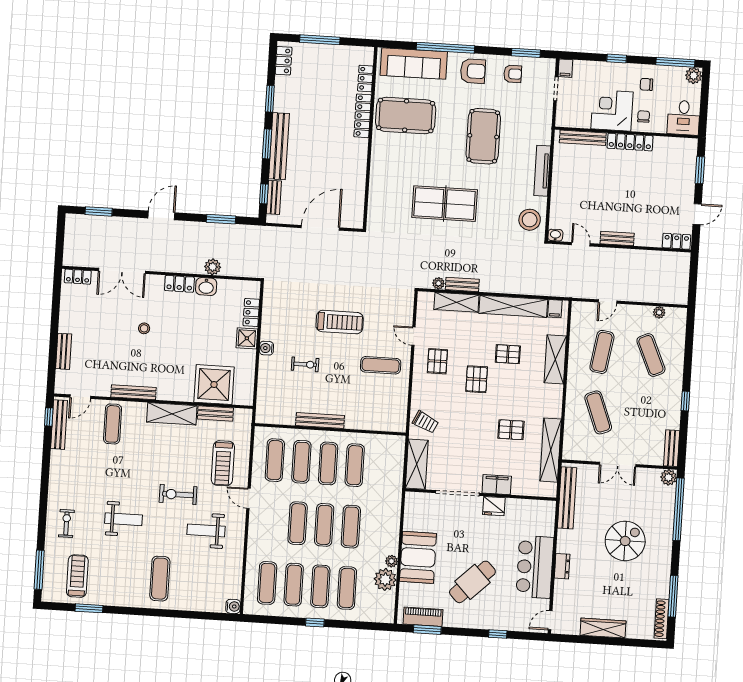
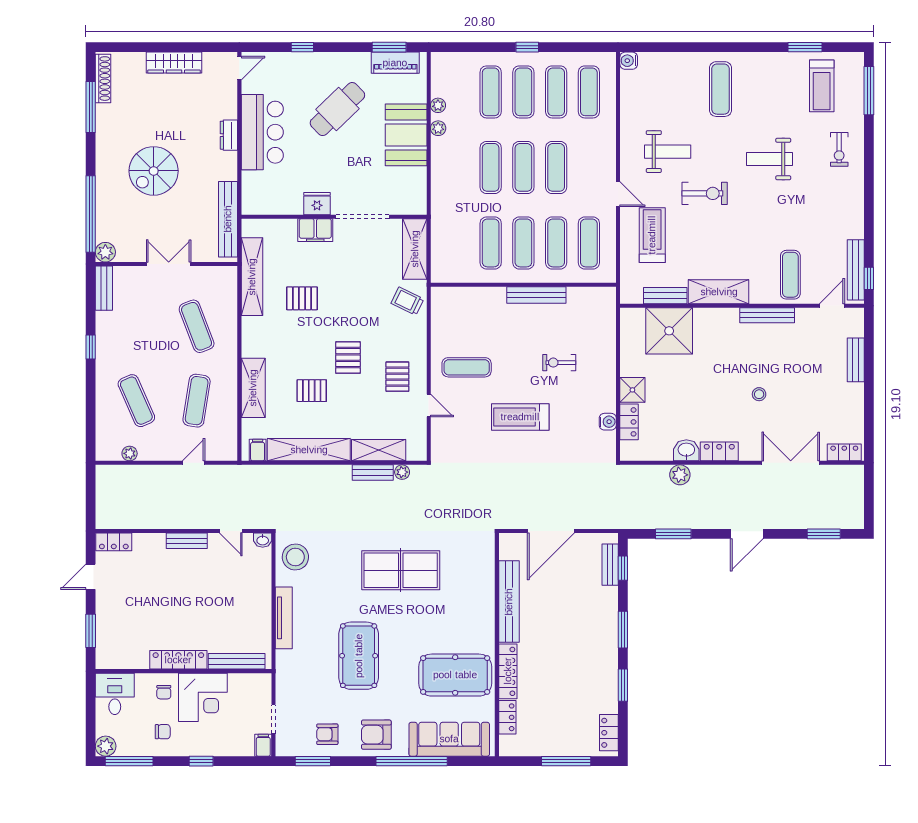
bench: (279, 146) -> (509, 602), moved
water cooler: (266, 348) -> (608, 422), moved
plant: (385, 579) -> (438, 105), width x0.53, depth x0.53

